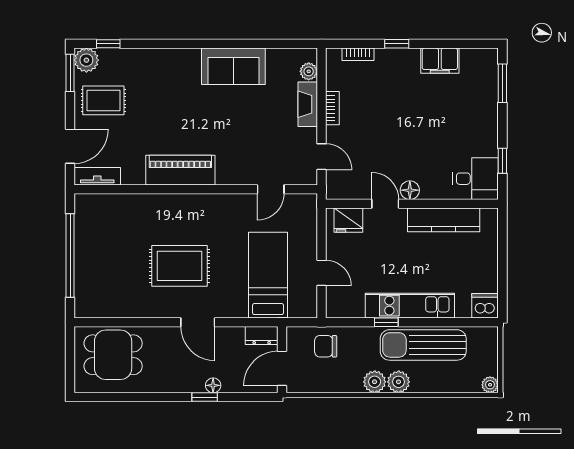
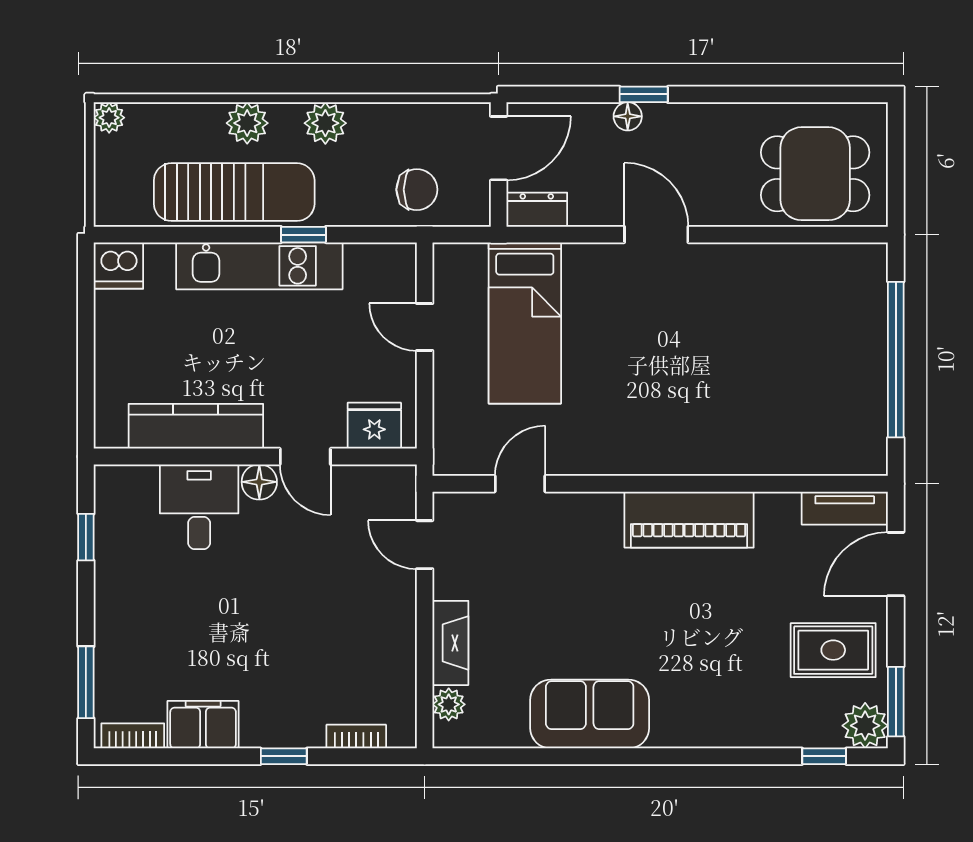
bookcase: (332, 108) -> (133, 736), moved, turned 90
desk: (476, 179) -> (199, 507), moved, turned 90
rug: (180, 266) -> (691, 340), removed
plant: (399, 382) -> (247, 123), moved

